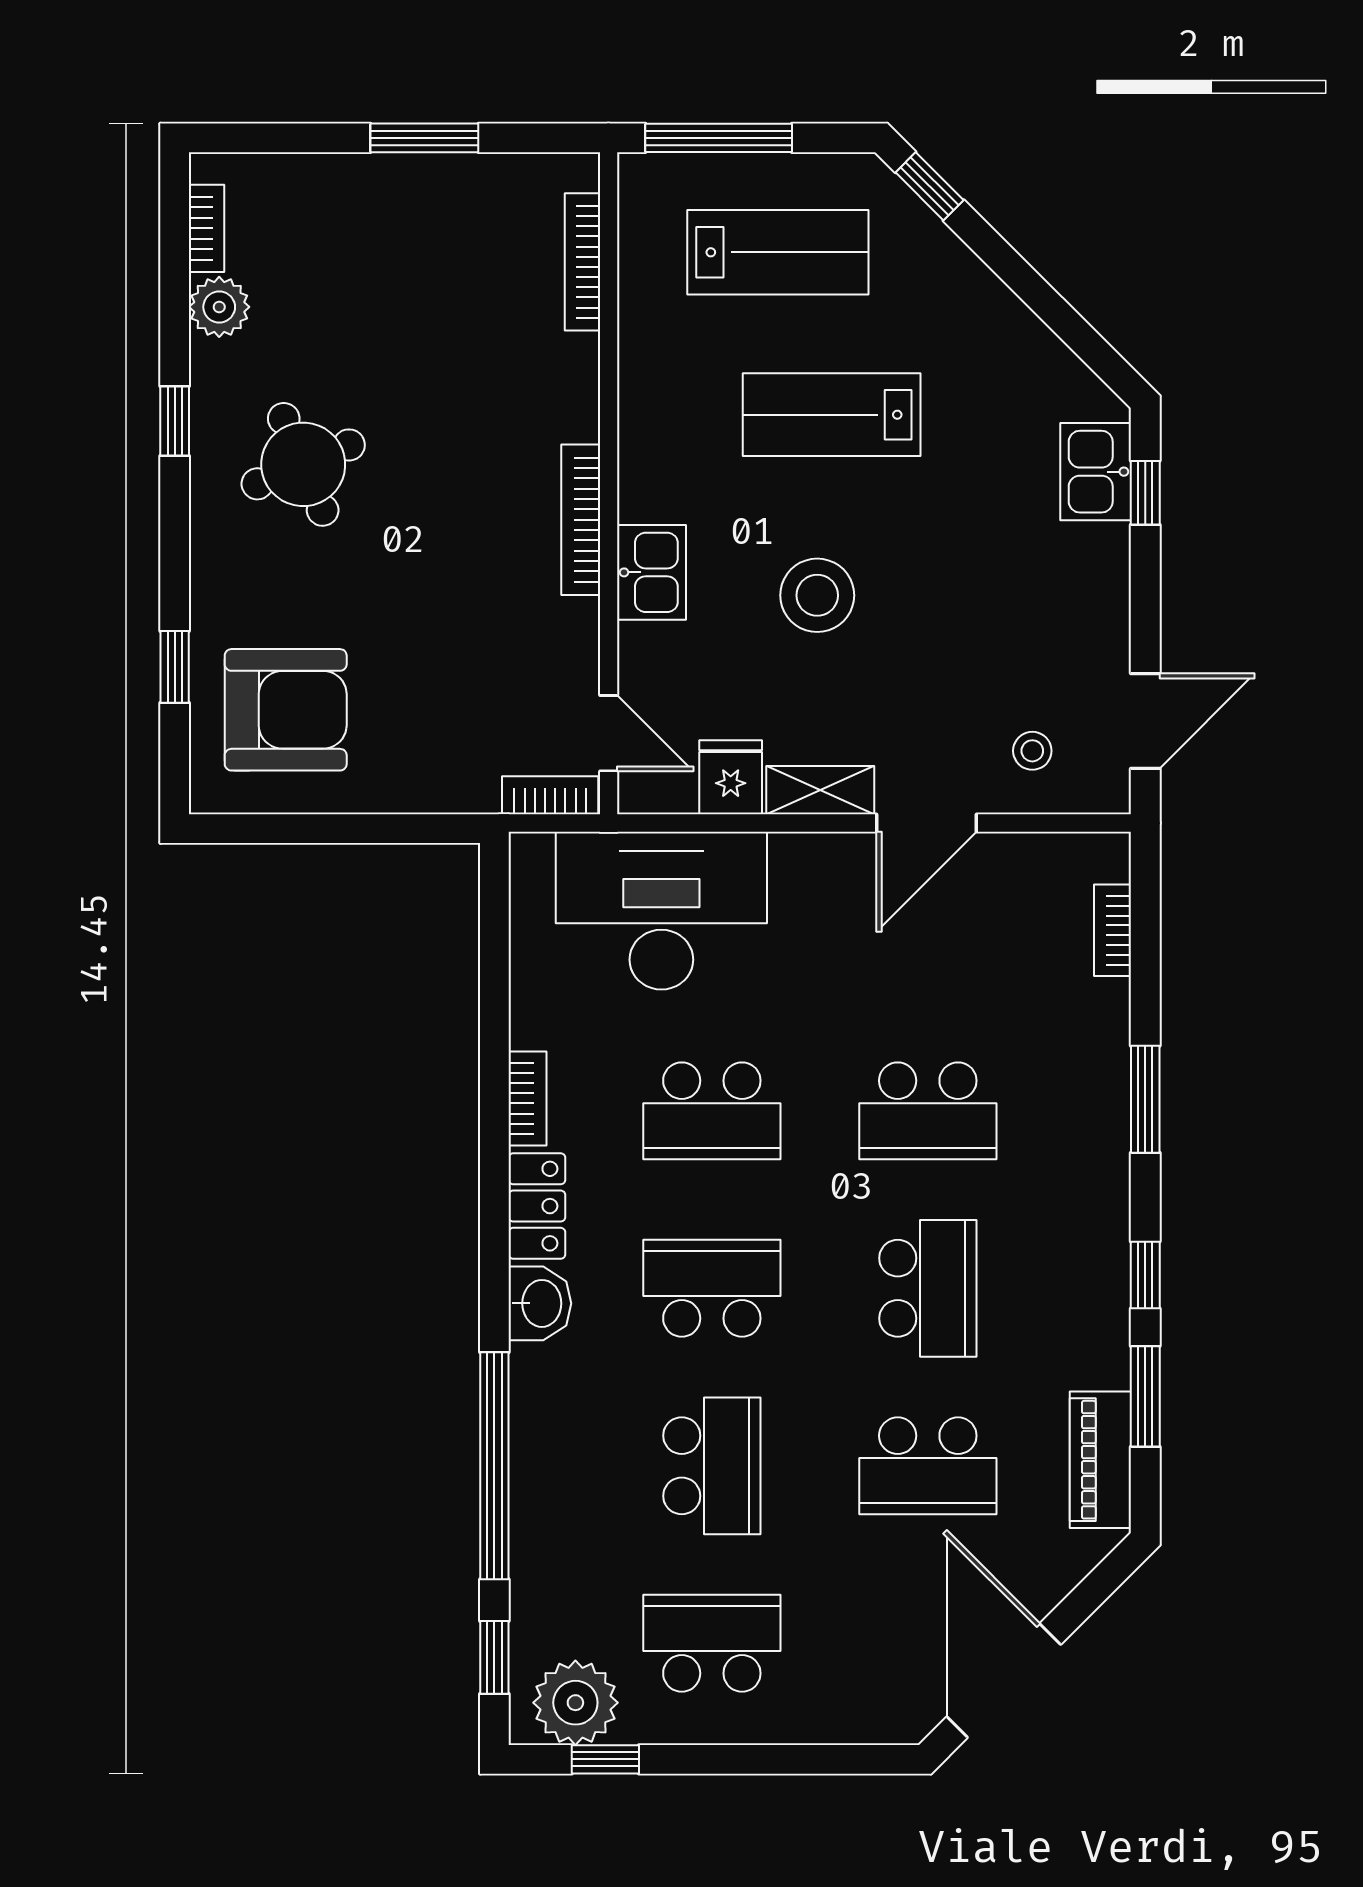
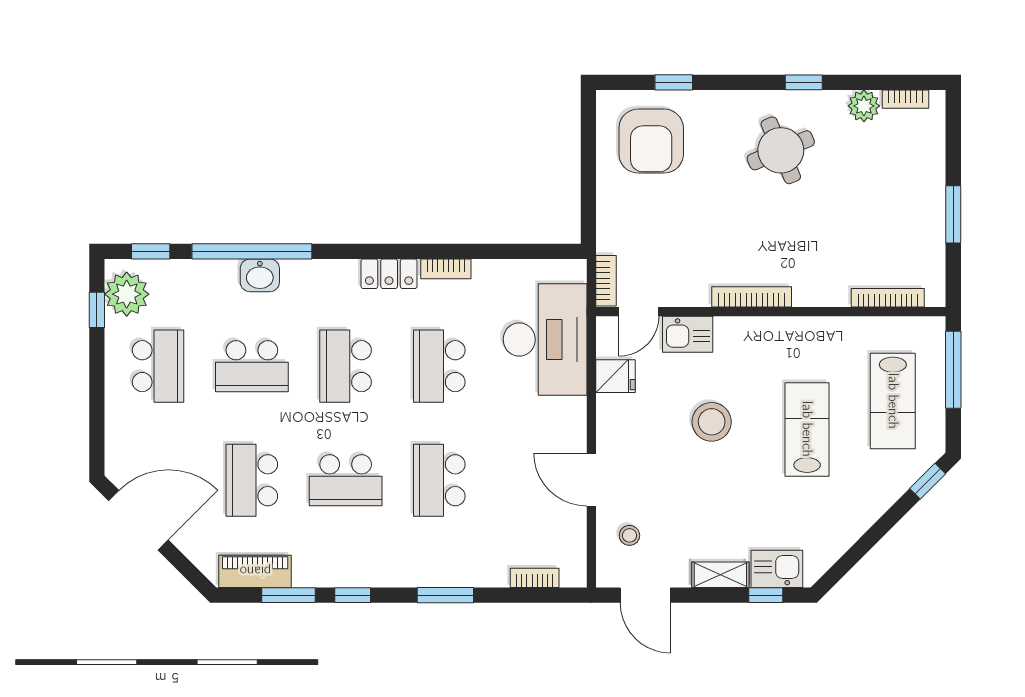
kitchen sink: (652, 572) -> (688, 334), moved
shelving: (820, 790) -> (720, 575), moved, turned 90
school desk: (712, 1288) -> (346, 366), turned 180
washbasin: (540, 1303) -> (260, 275), moved

